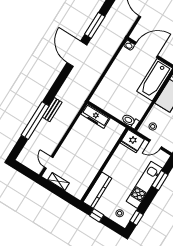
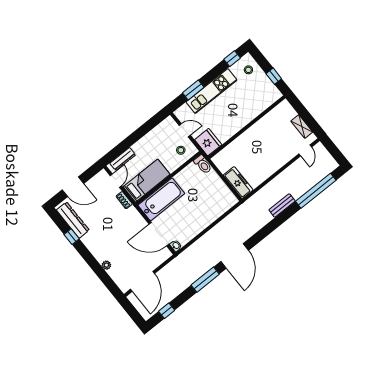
window: (35, 121) -> (316, 191), moved
kitchen counter: (97, 190) -> (264, 103), removed

